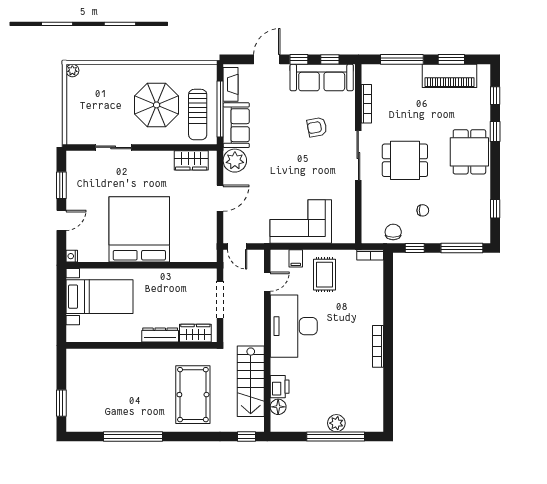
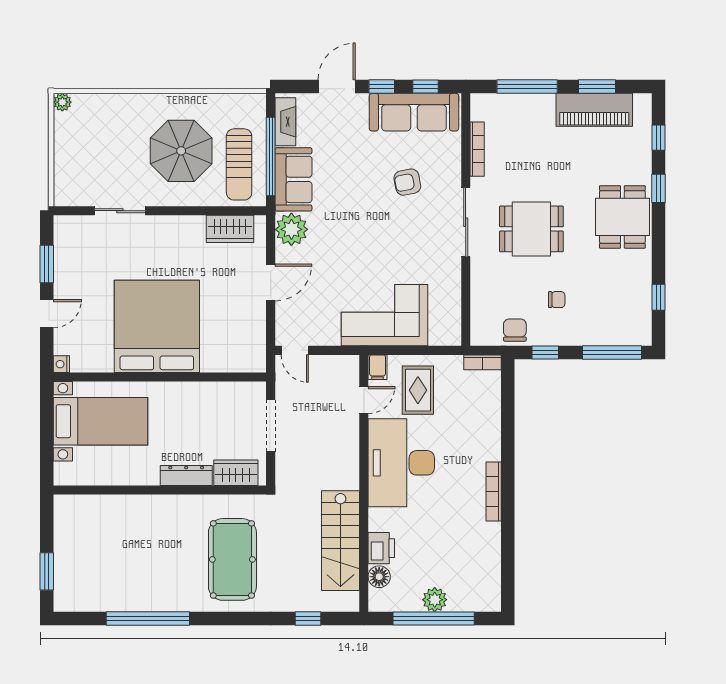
door: (267, 282) -> (364, 400), moved
desk: (294, 326) -> (401, 463), moved
wall: (267, 341) -> (364, 483), moved
stairs: (251, 381) -> (340, 541), moved
printer: (280, 387) -> (381, 548), moved
floor lamp: (278, 407) -> (379, 577), moved

